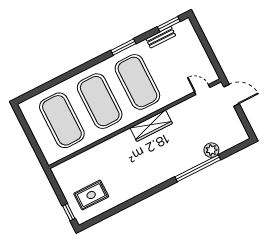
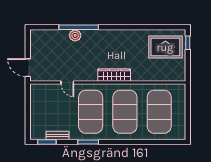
door: (202, 90) -> (67, 83), moved
wardrobe: (151, 126) -> (114, 75), moved
plant: (211, 150) -> (75, 35), moved
rug: (91, 195) -> (165, 47), width x1.36, depth x1.43

